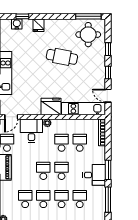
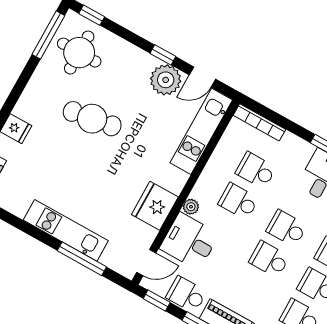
window: (108, 49) -> (92, 15), moved
cafe table: (62, 57) -> (92, 119), turned 70
plant: (98, 80) -> (166, 80), added
fridge: (51, 107) -> (155, 206), moved
door: (11, 117) -> (146, 263), hinge flipped

